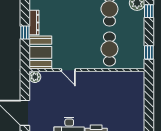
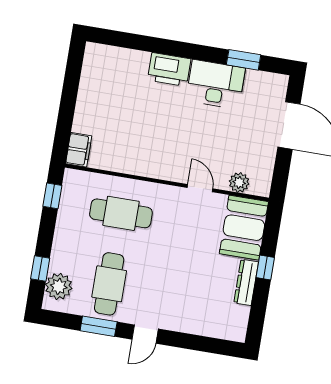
cafe table: (109, 49) -> (121, 213), turned 90
plant: (35, 77) -> (239, 182), moved
filing cabinet: (139, 80) -> (79, 150), added

